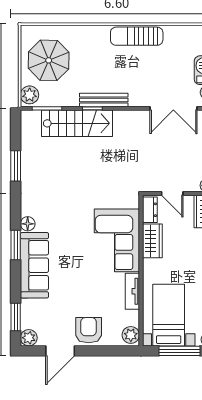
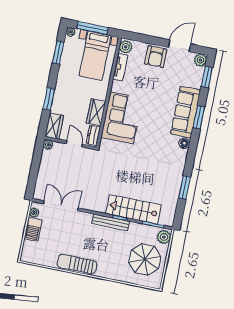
sun lounger: (137, 36) -> (77, 264), turned 180
window: (16, 245) -> (199, 117), moved
tv unit: (132, 291) -> (120, 67), moved

